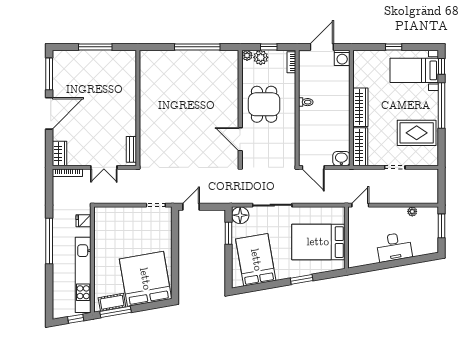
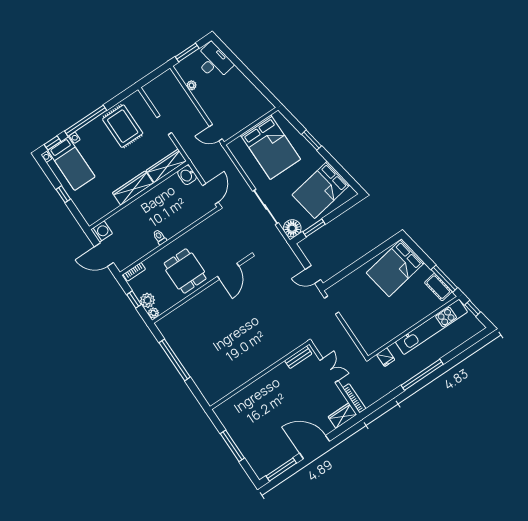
dining table: (264, 104) -> (185, 271), turned 90
desk: (394, 247) -> (214, 62), moved
bed: (145, 279) -> (395, 268), width x0.73

